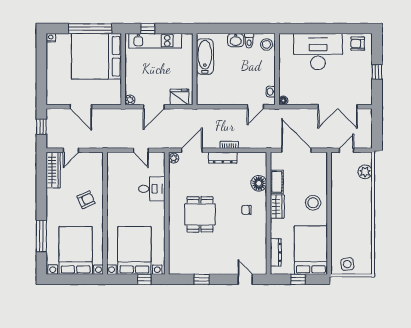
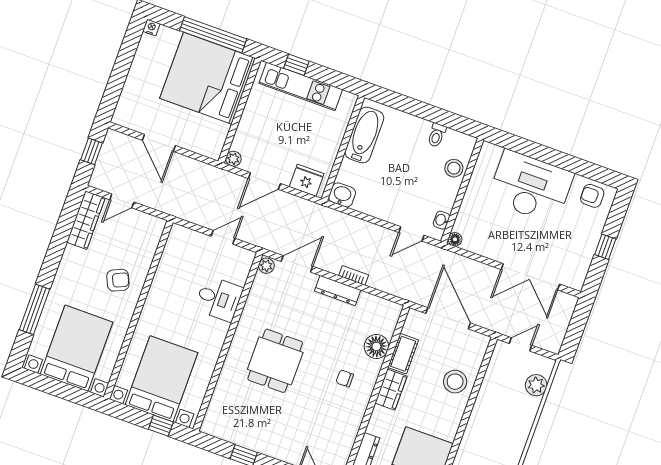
washbasin: (236, 40) -> (342, 195), moved, turned 180
stool: (267, 44) -> (454, 168), moved
door: (141, 150) -> (223, 237), swing flipped
stool: (313, 203) -> (455, 382), moved

